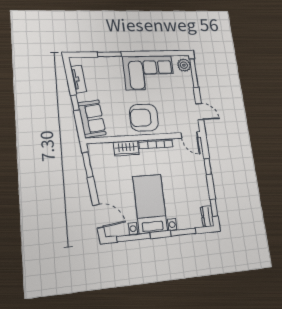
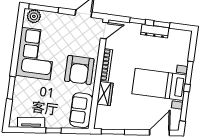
sofa: (92, 119) -> (81, 110), moved, turned -83
window: (214, 208) -> (162, 24), moved
dresser: (207, 216) -> (155, 31), moved, width x1.44
window: (183, 232) -> (189, 73), moved

